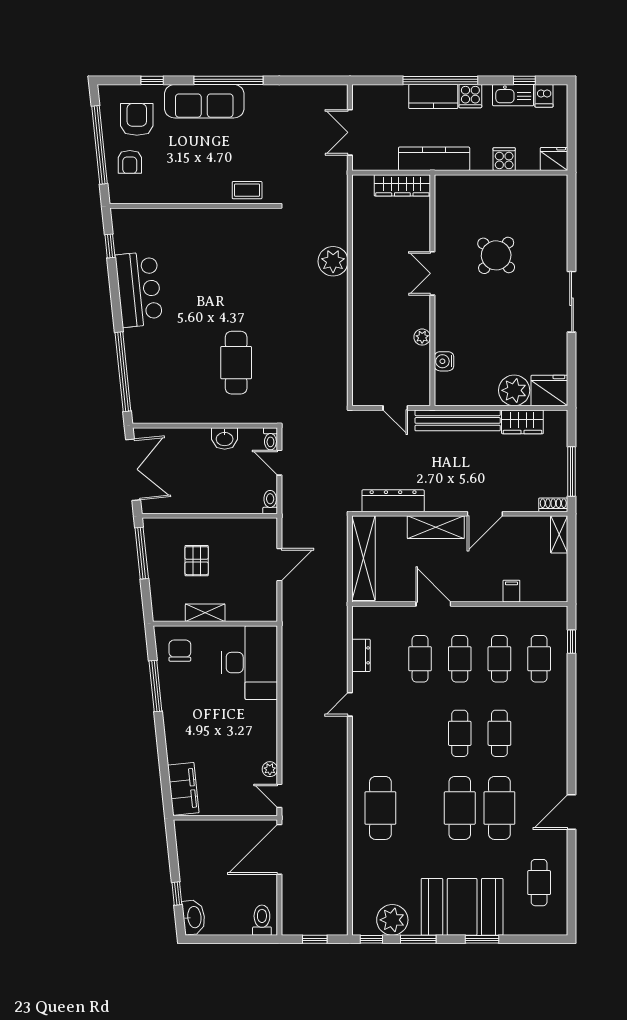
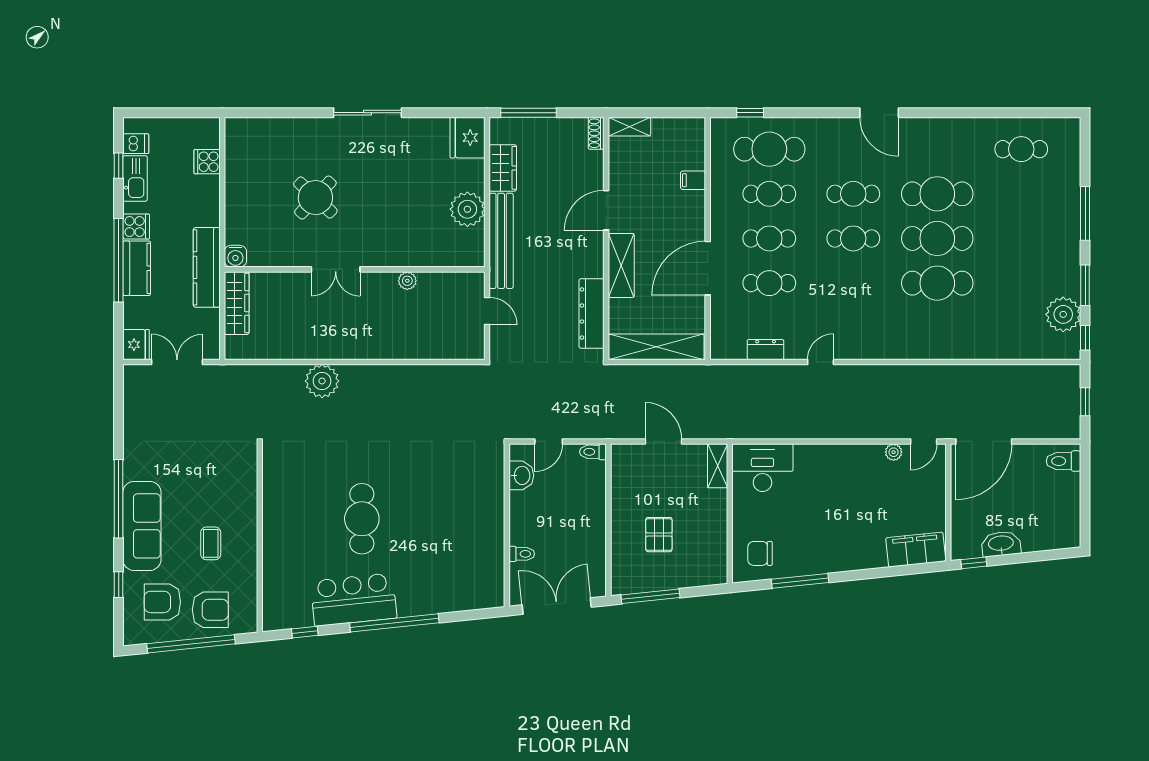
double door: (350, 132) -> (177, 362), swing flipped
cooker: (504, 159) -> (207, 162), moved
fridge: (554, 159) -> (136, 345), moved, turned 180
armchair: (130, 162) -> (210, 610), width x1.38, depth x1.38
coffee table: (247, 190) -> (211, 543), moved
water cooler: (444, 361) -> (235, 256), moved
cafe table: (236, 363) -> (362, 519), moved, turned 90
window: (123, 372) -> (394, 623), moved
plant: (514, 390) -> (467, 209), moved
door: (395, 408) -> (487, 311), hinge flipped
washbasin: (225, 438) -> (521, 475), moved
toilet: (270, 439) -> (522, 554), moved
window: (572, 471) -> (529, 113), moved
door: (485, 514) -> (606, 210), swing flipped
pallet: (197, 561) -> (659, 535), turned 90
door: (433, 604) -> (708, 268), width x1.36
shelving: (205, 613) -> (718, 466), moved
cafe table: (539, 659) -> (769, 149), width x1.37, depth x1.35
desk: (250, 663) -> (762, 468), width x0.73, depth x0.77
door: (350, 704) -> (821, 362), swing flipped
cafe table: (380, 808) -> (937, 283), moved
door: (572, 812) -> (879, 113), moved
door: (279, 849) -> (984, 441), hinge flipped
window: (177, 894) -> (974, 563), moved
booth: (462, 907) -> (1048, 236), removed
washbasin: (194, 917) -> (1001, 544), moved
window: (482, 939) -> (1085, 213), width x1.44

